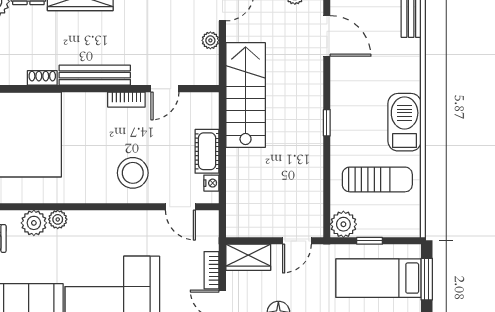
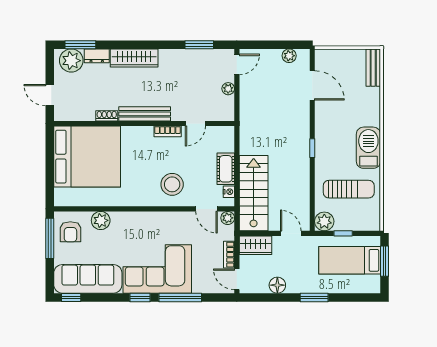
stairs: (246, 95) -> (254, 193), moved
plant: (58, 219) -> (228, 218), moved
door: (297, 241) -> (291, 233), swing flipped

